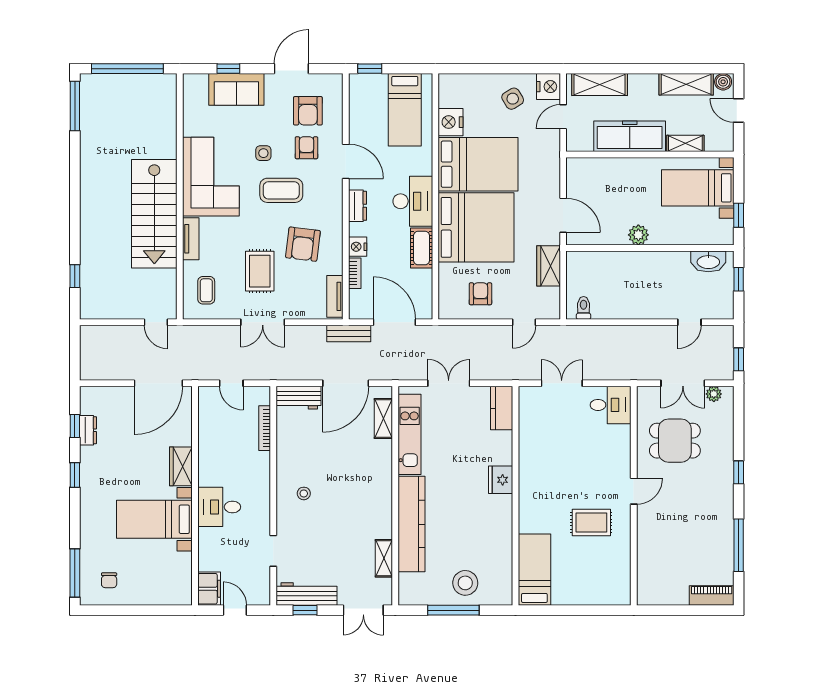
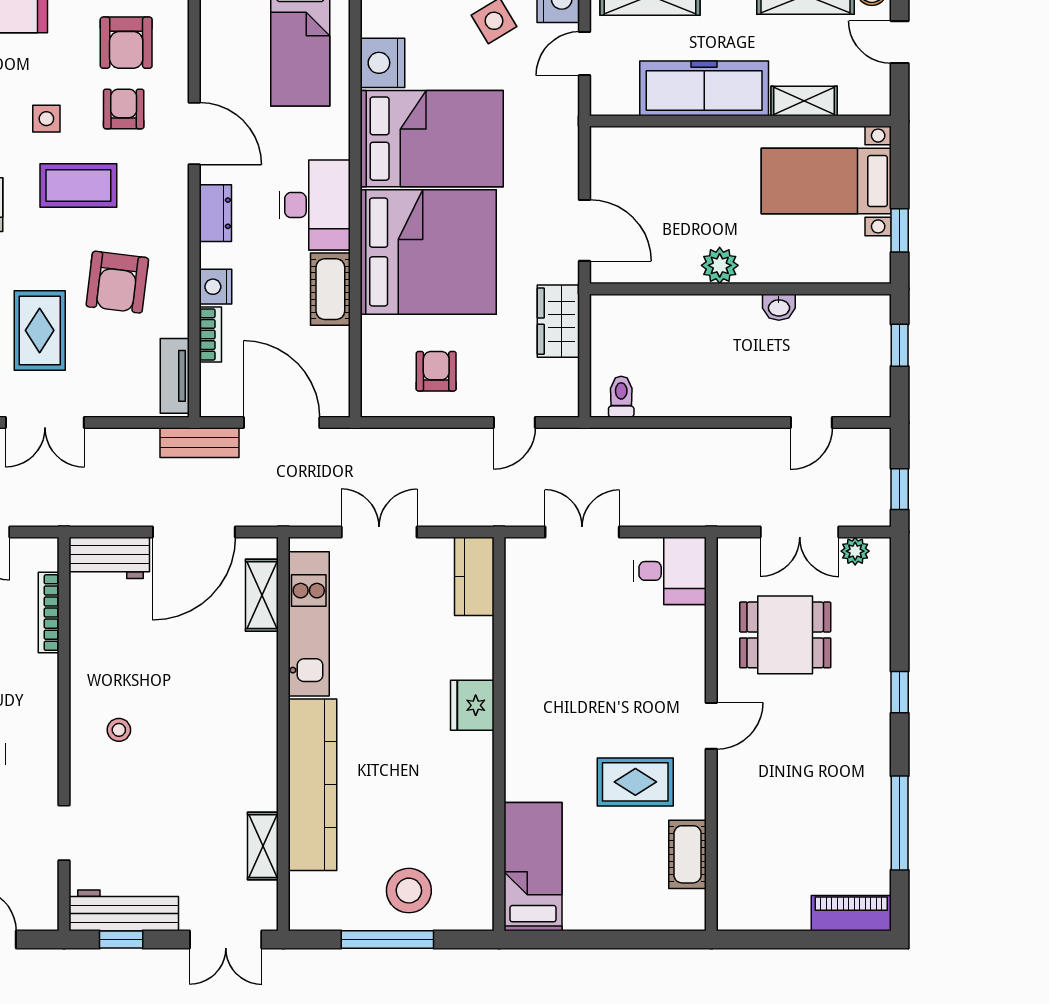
washbasin: (708, 261) -> (779, 307), moved, width x0.52, depth x0.69
cot: (620, 563) -> (688, 854), added

